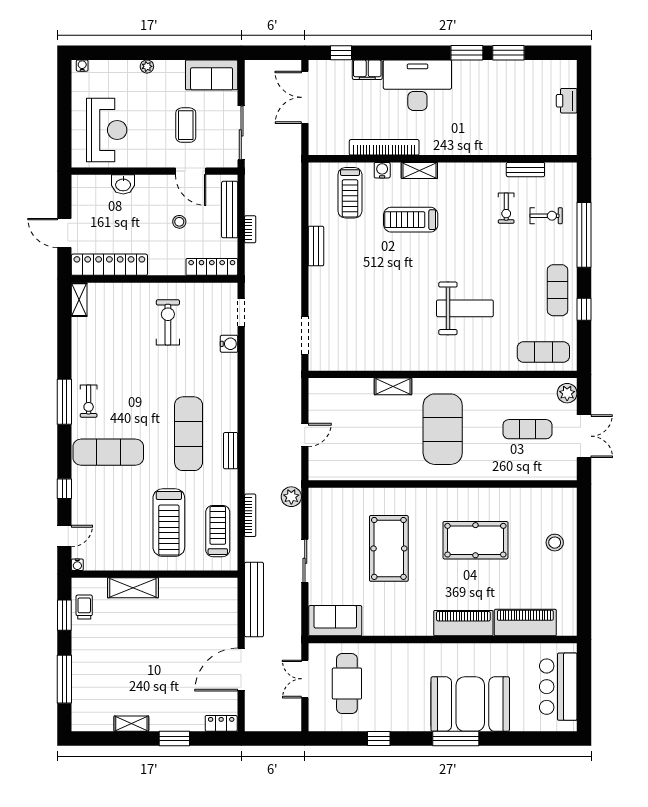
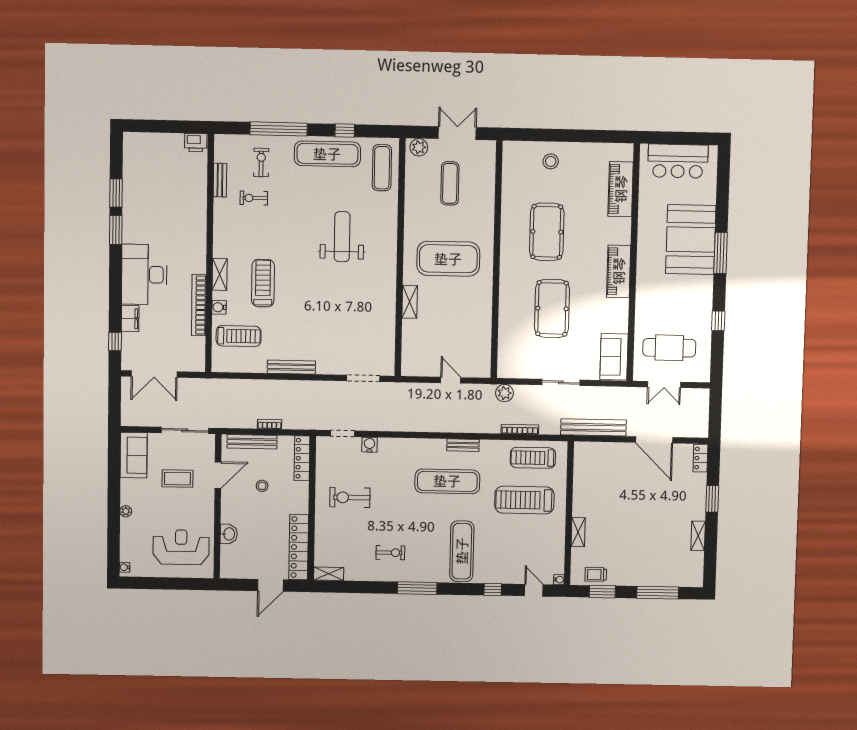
printer: (567, 101) -> (196, 143), moved
exercise bike: (506, 208) -> (254, 198), turned 180
treadmill: (411, 220) -> (263, 283), turned 180
bench: (316, 246) -> (291, 367), width x1.36
exercise mat: (557, 290) -> (327, 154), width x1.36, depth x1.45
exercise bike: (89, 401) -> (390, 553), moved
treadmill: (169, 523) -> (524, 500), turned 180
pool table: (389, 548) -> (552, 308), turned 90
shelving: (133, 588) -> (578, 532), width x0.67, depth x0.75
piano: (463, 623) -> (619, 271), moved

